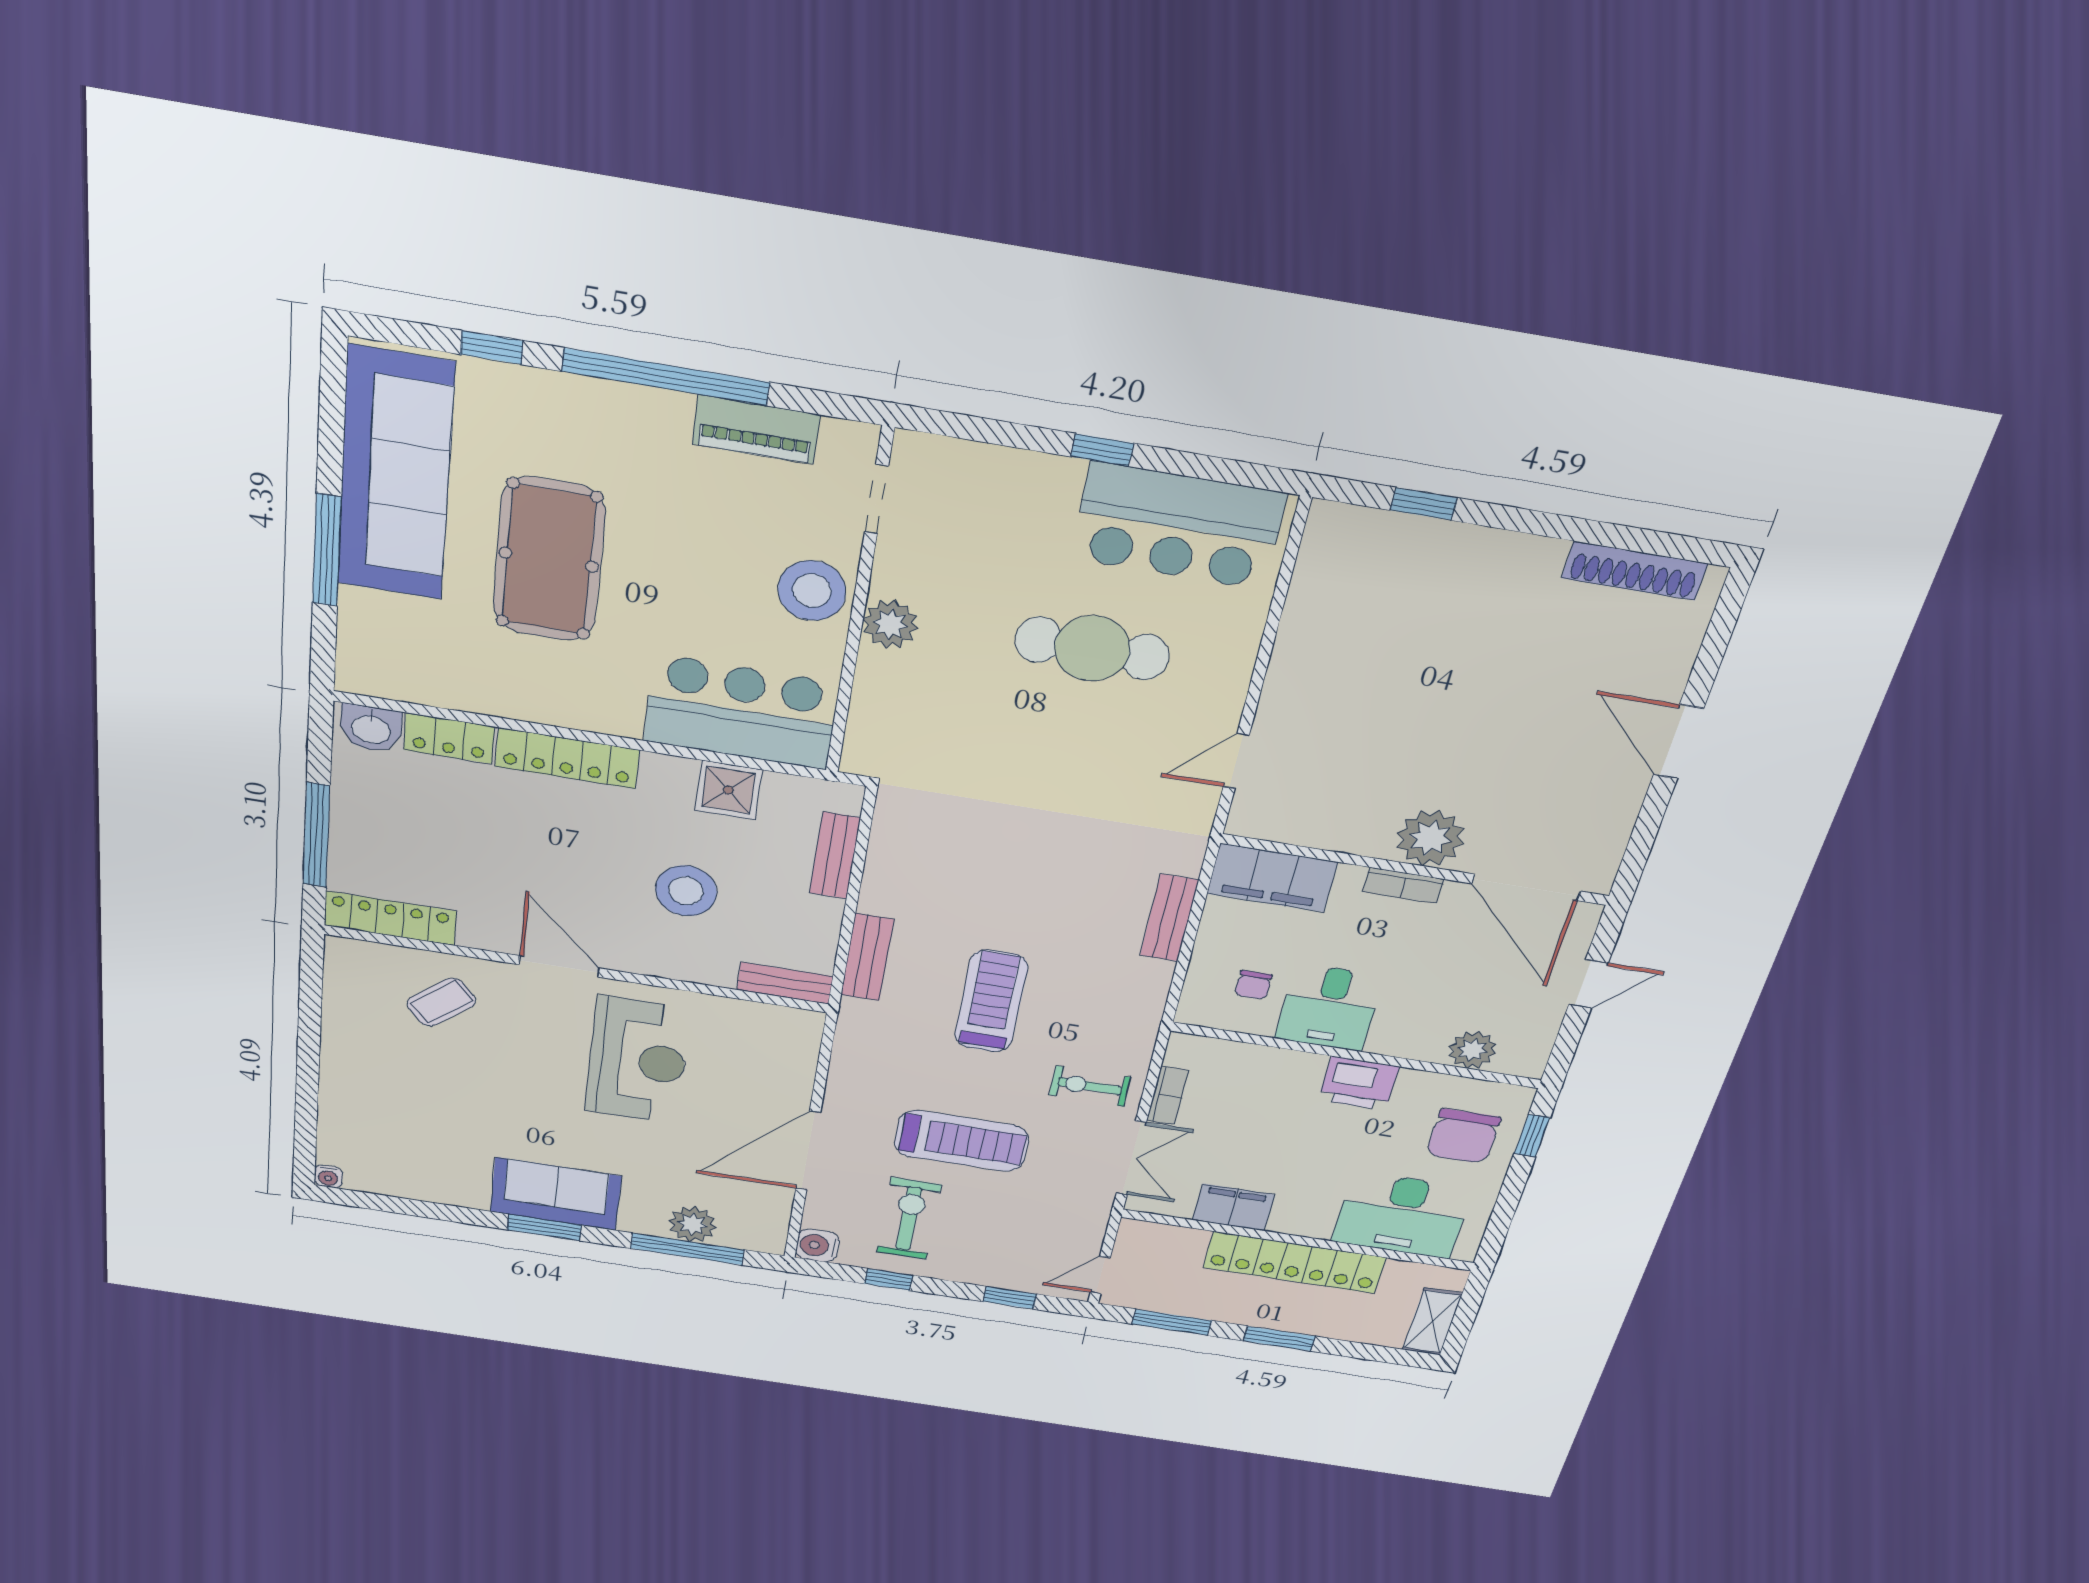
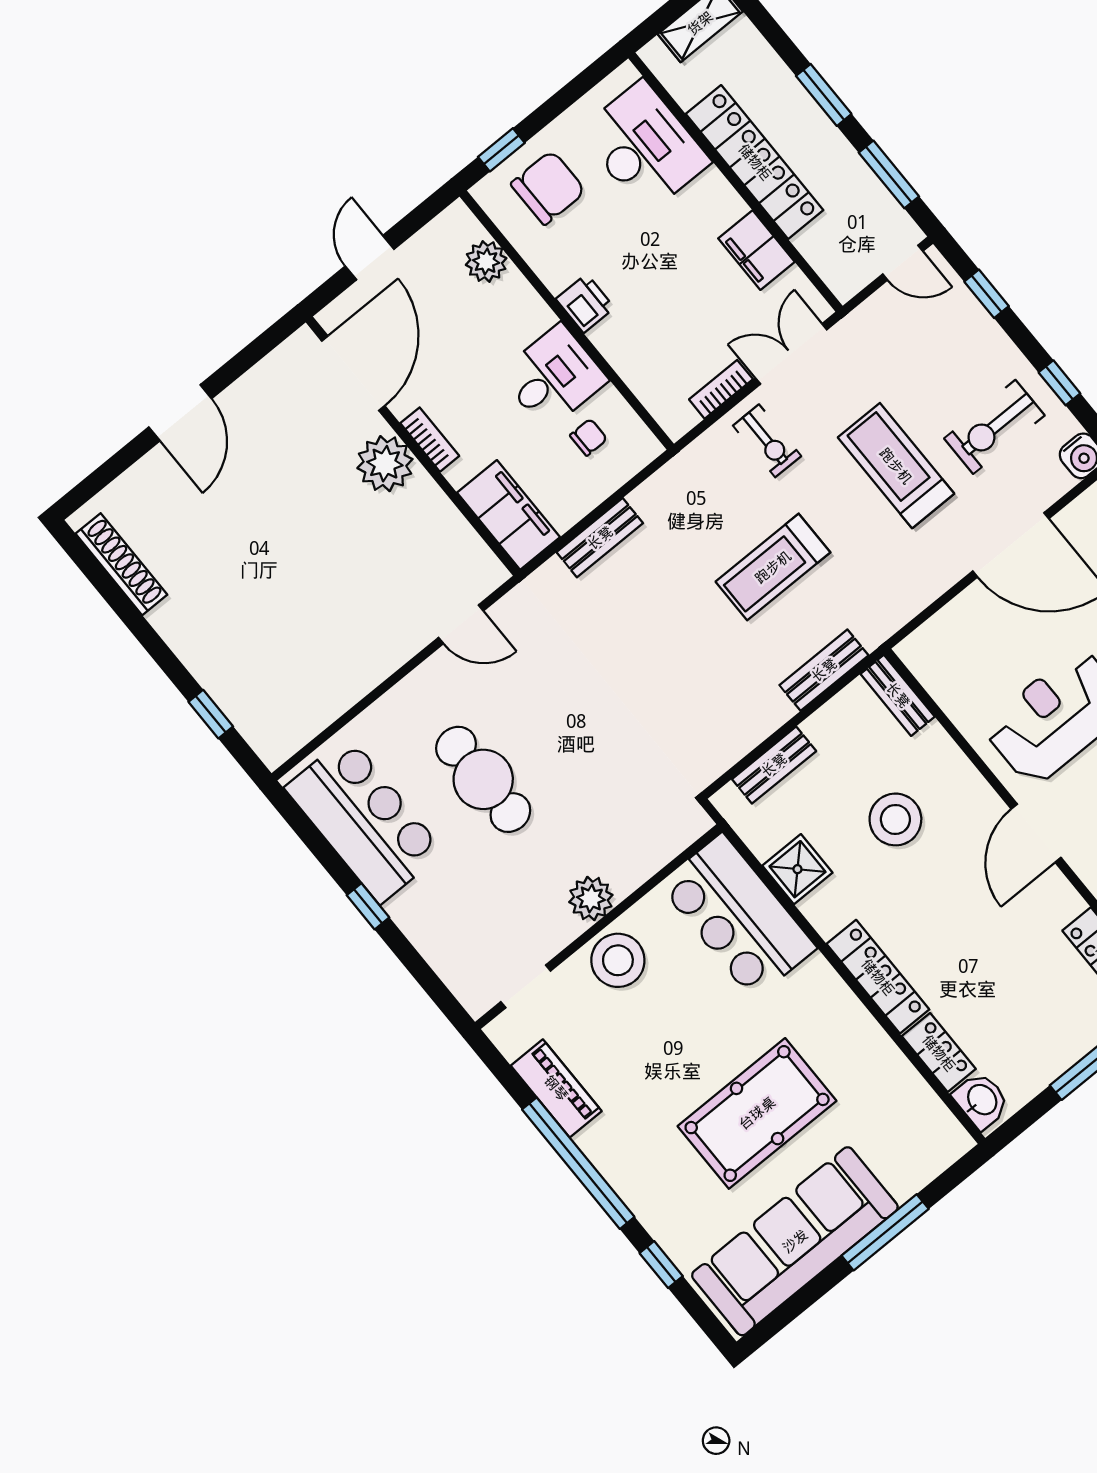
door: (1588, 984) -> (370, 258), hinge flipped
printer: (1359, 1083) -> (585, 303), width x0.73, depth x0.81

